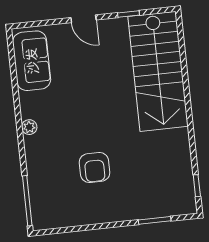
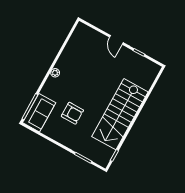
sofa: (32, 61) -> (39, 113), moved
stairs: (158, 71) -> (120, 114), moved
armchair: (94, 168) -> (72, 113), turned -90

